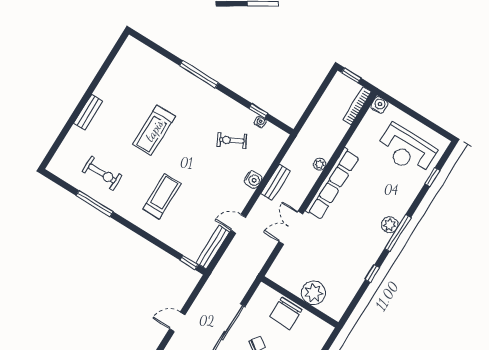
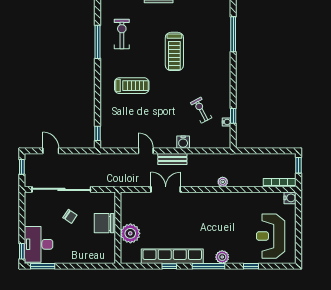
window: (199, 74) -> (233, 34), moved
treadmill: (154, 130) -> (174, 51), turned -90
exercise bike: (102, 173) -> (122, 34), turned 180
window: (432, 177) -> (251, 266), moved
bench: (276, 182) -> (172, 159), moved
row of seats: (332, 184) -> (172, 256), moved, turned 180
plant: (390, 225) -> (222, 257), moved
bench: (213, 247) -> (118, 143), removed

